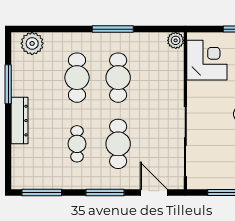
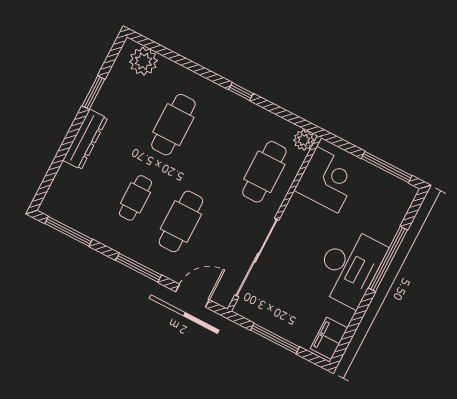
window: (113, 29) -> (241, 91), width x0.46
cafe table: (118, 78) -> (264, 172), moved
window: (8, 84) -> (93, 93), width x0.69
door: (154, 192) -> (193, 296), hinge flipped

